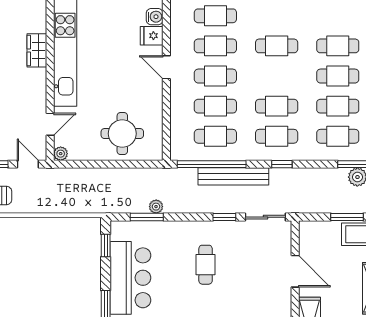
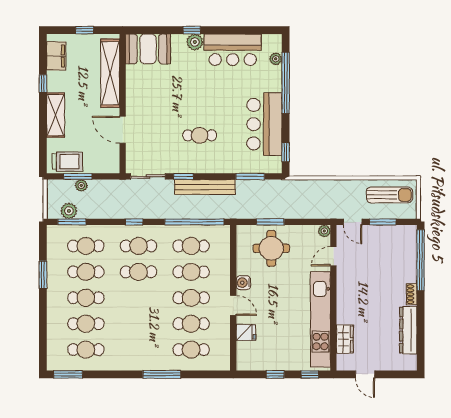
water cooler: (155, 17) -> (243, 283), moved
cafe table: (277, 46) -> (86, 350), moved
wardrobe: (37, 50) -> (345, 339), moved
window: (123, 164) -> (270, 222), added
bench: (233, 176) -> (205, 187), moved
plant: (156, 207) -> (81, 185), moved
cafe table: (206, 265) -> (200, 135), turned 90

